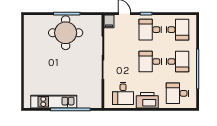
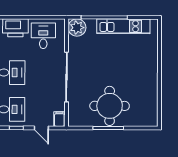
plant: (94, 101) -> (77, 28), added

